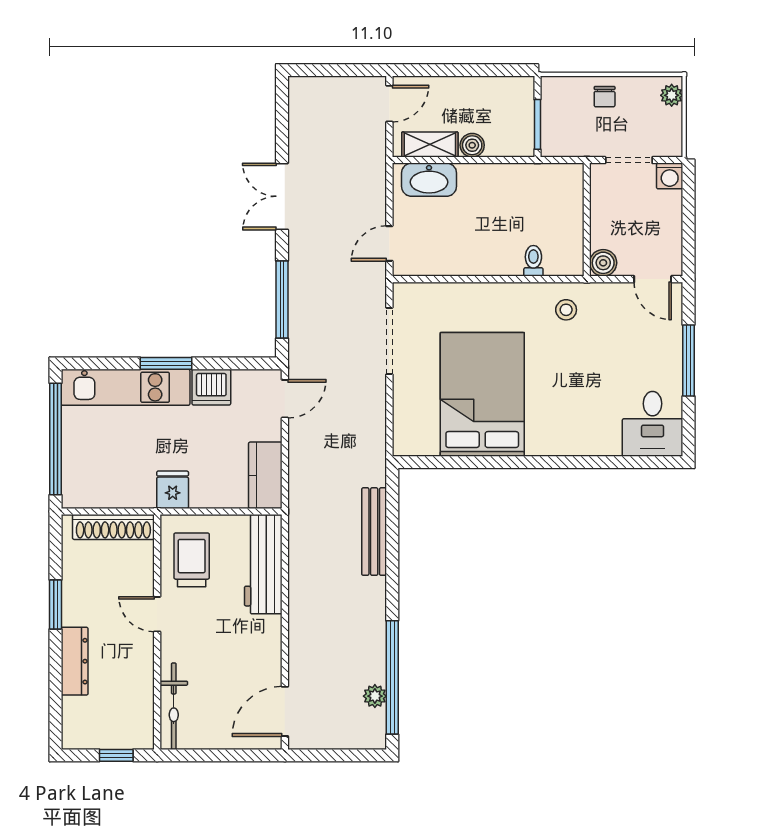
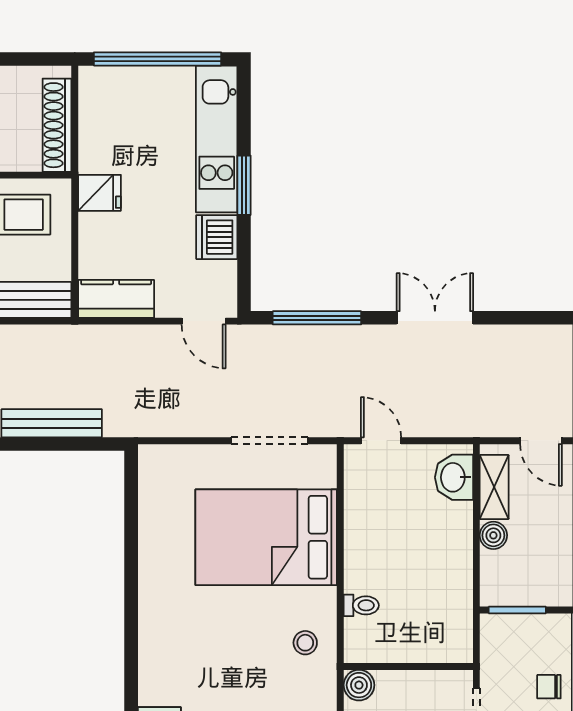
washbasin: (429, 180) -> (454, 477), width x0.72
bed: (482, 394) -> (266, 537), moved, turned 180

